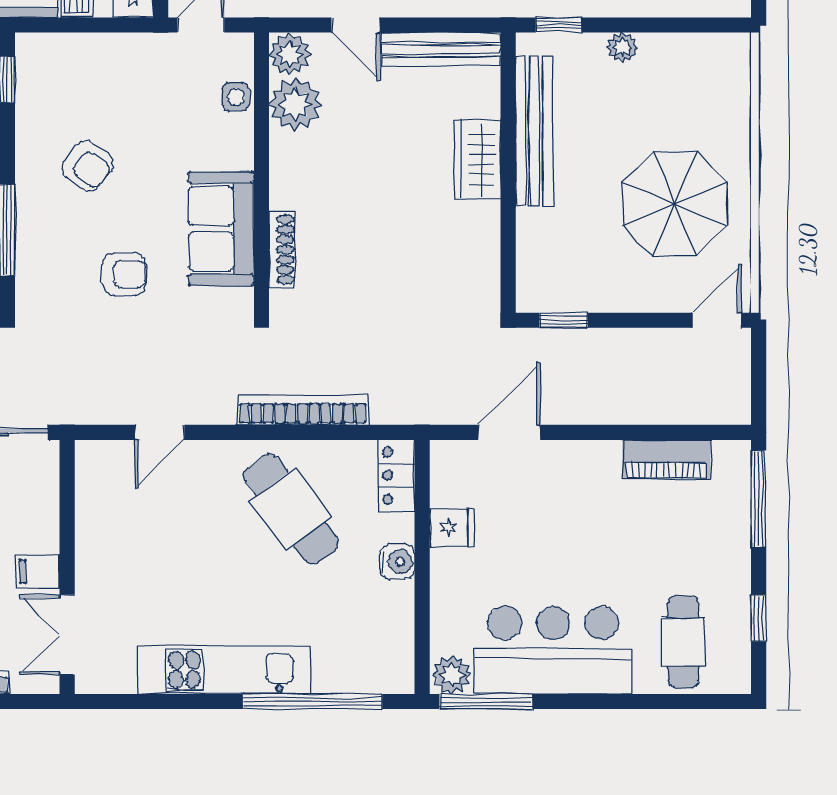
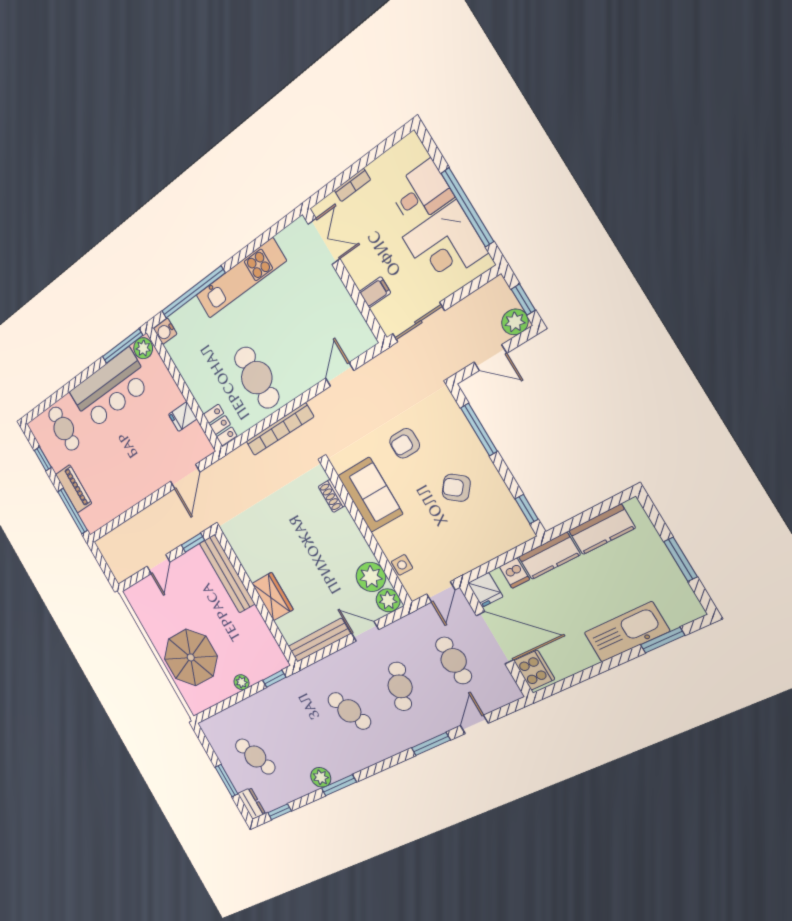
bench: (534, 131) -> (227, 574), moved
parasol: (675, 204) -> (191, 657), moved
shoe rack: (282, 250) -> (332, 496), width x0.70
door: (717, 320) -> (158, 564), moved
piano: (666, 460) -> (74, 489), moved, turned 90
cafe table: (291, 509) -> (257, 378), turned 37
water cooler: (397, 562) -> (165, 331), moved
filing cabinet: (38, 572) -> (375, 292), moved

